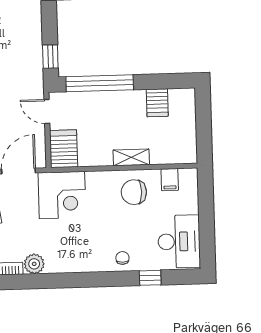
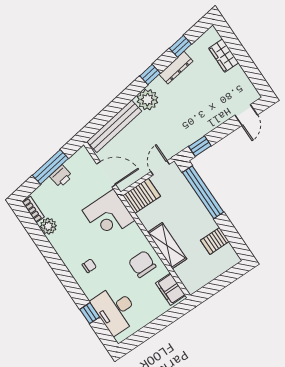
shelving: (131, 157) -> (167, 246), width x1.50, depth x1.33
filing cabinet: (170, 180) -> (170, 289), width x2.00
desk: (179, 242) -> (115, 310), moved, turned 90
chair: (122, 258) -> (89, 266), moved

